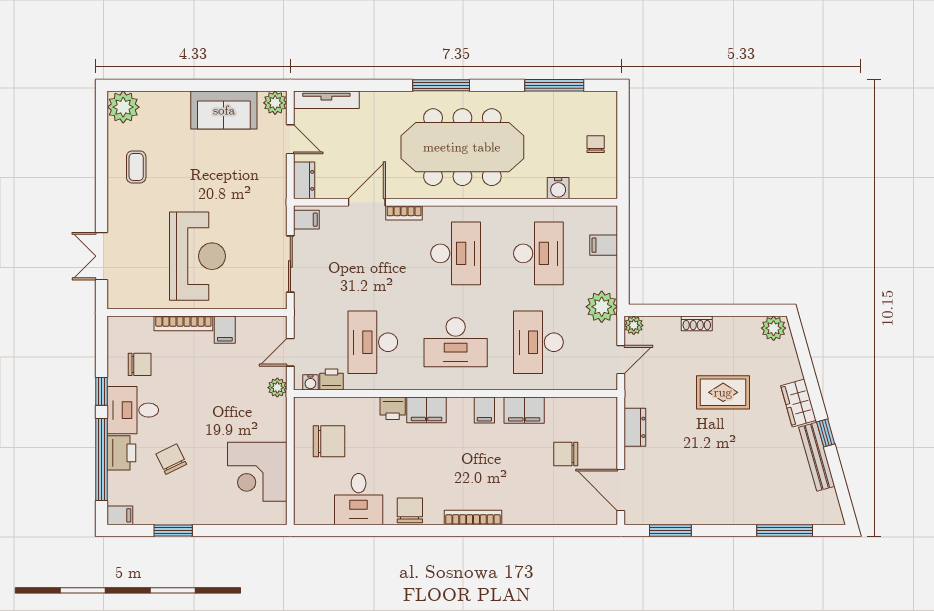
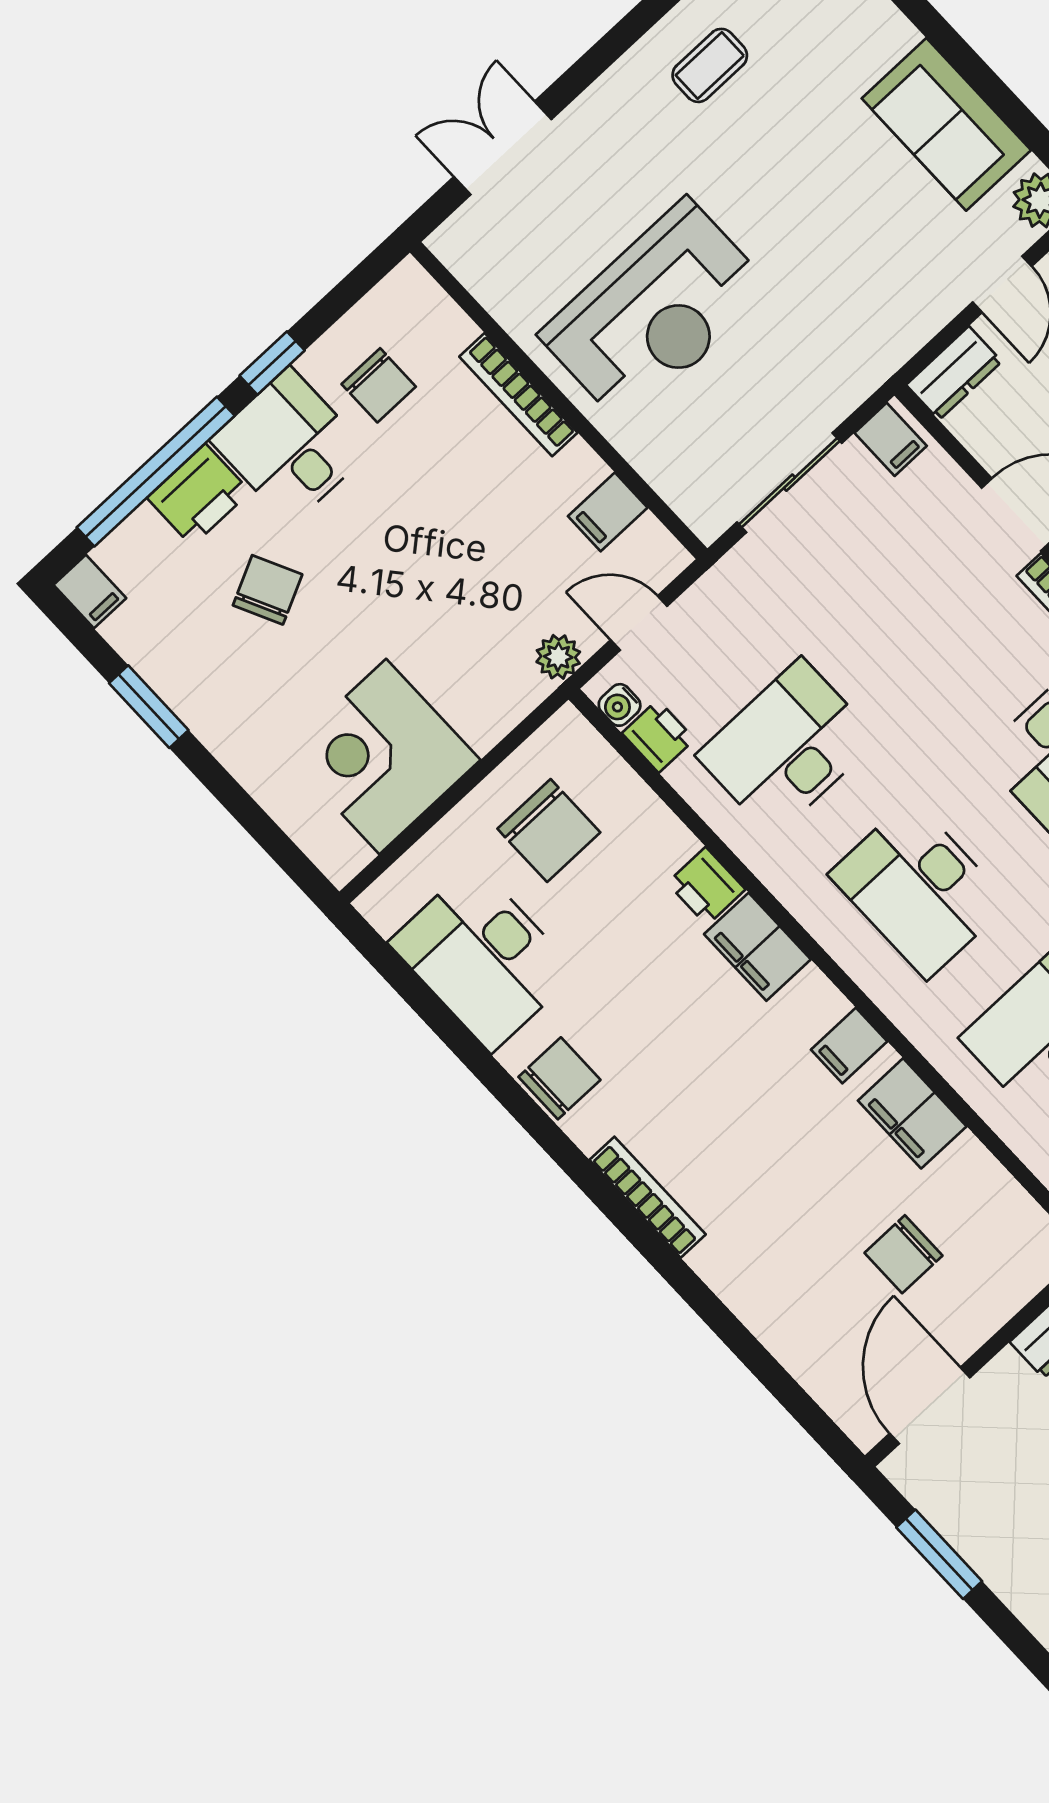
filing cabinet: (225, 330) -> (608, 512), moved
chair: (566, 454) -> (904, 1254), turned -90
desk: (359, 499) -> (483, 958), width x1.37

